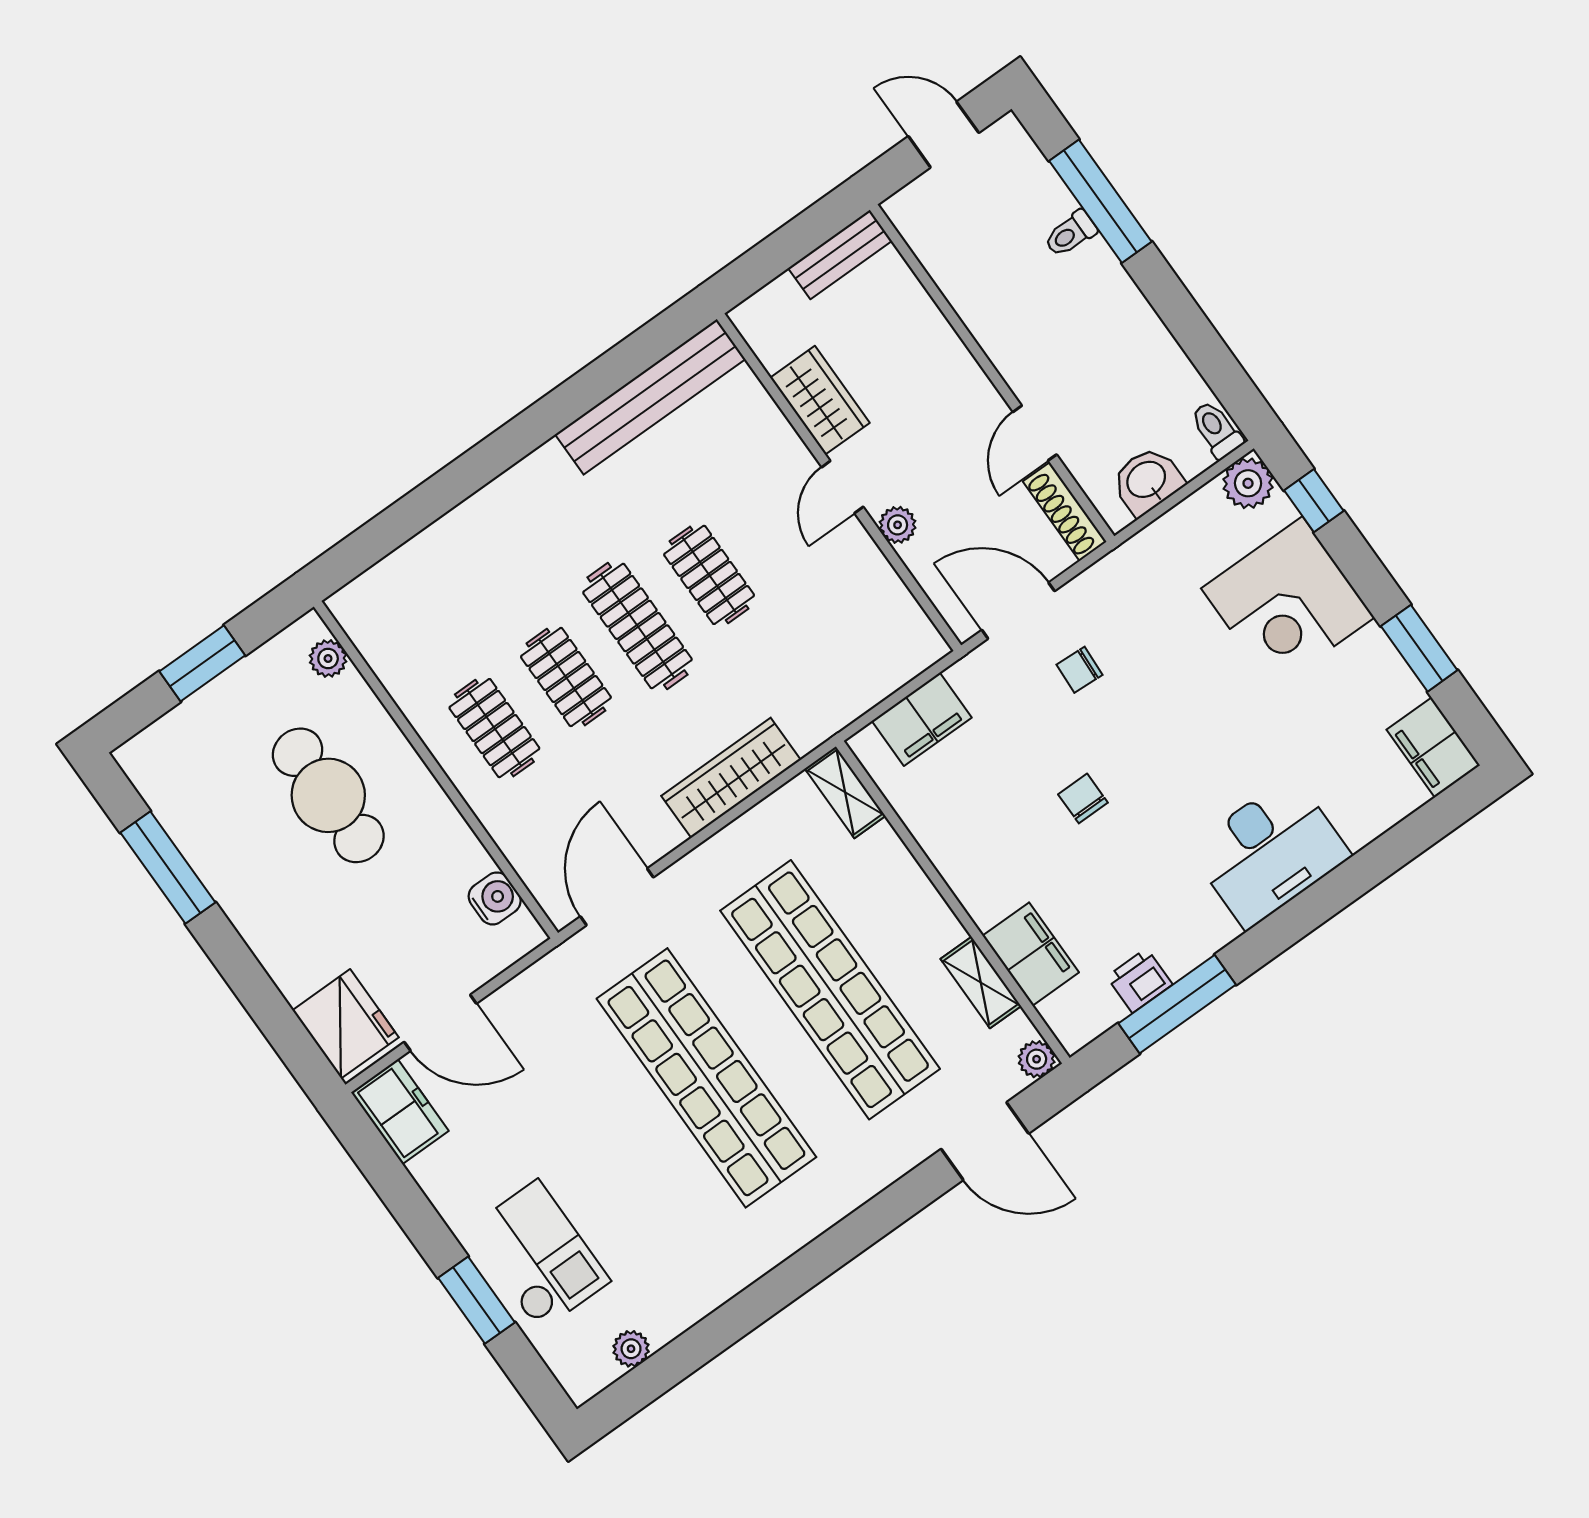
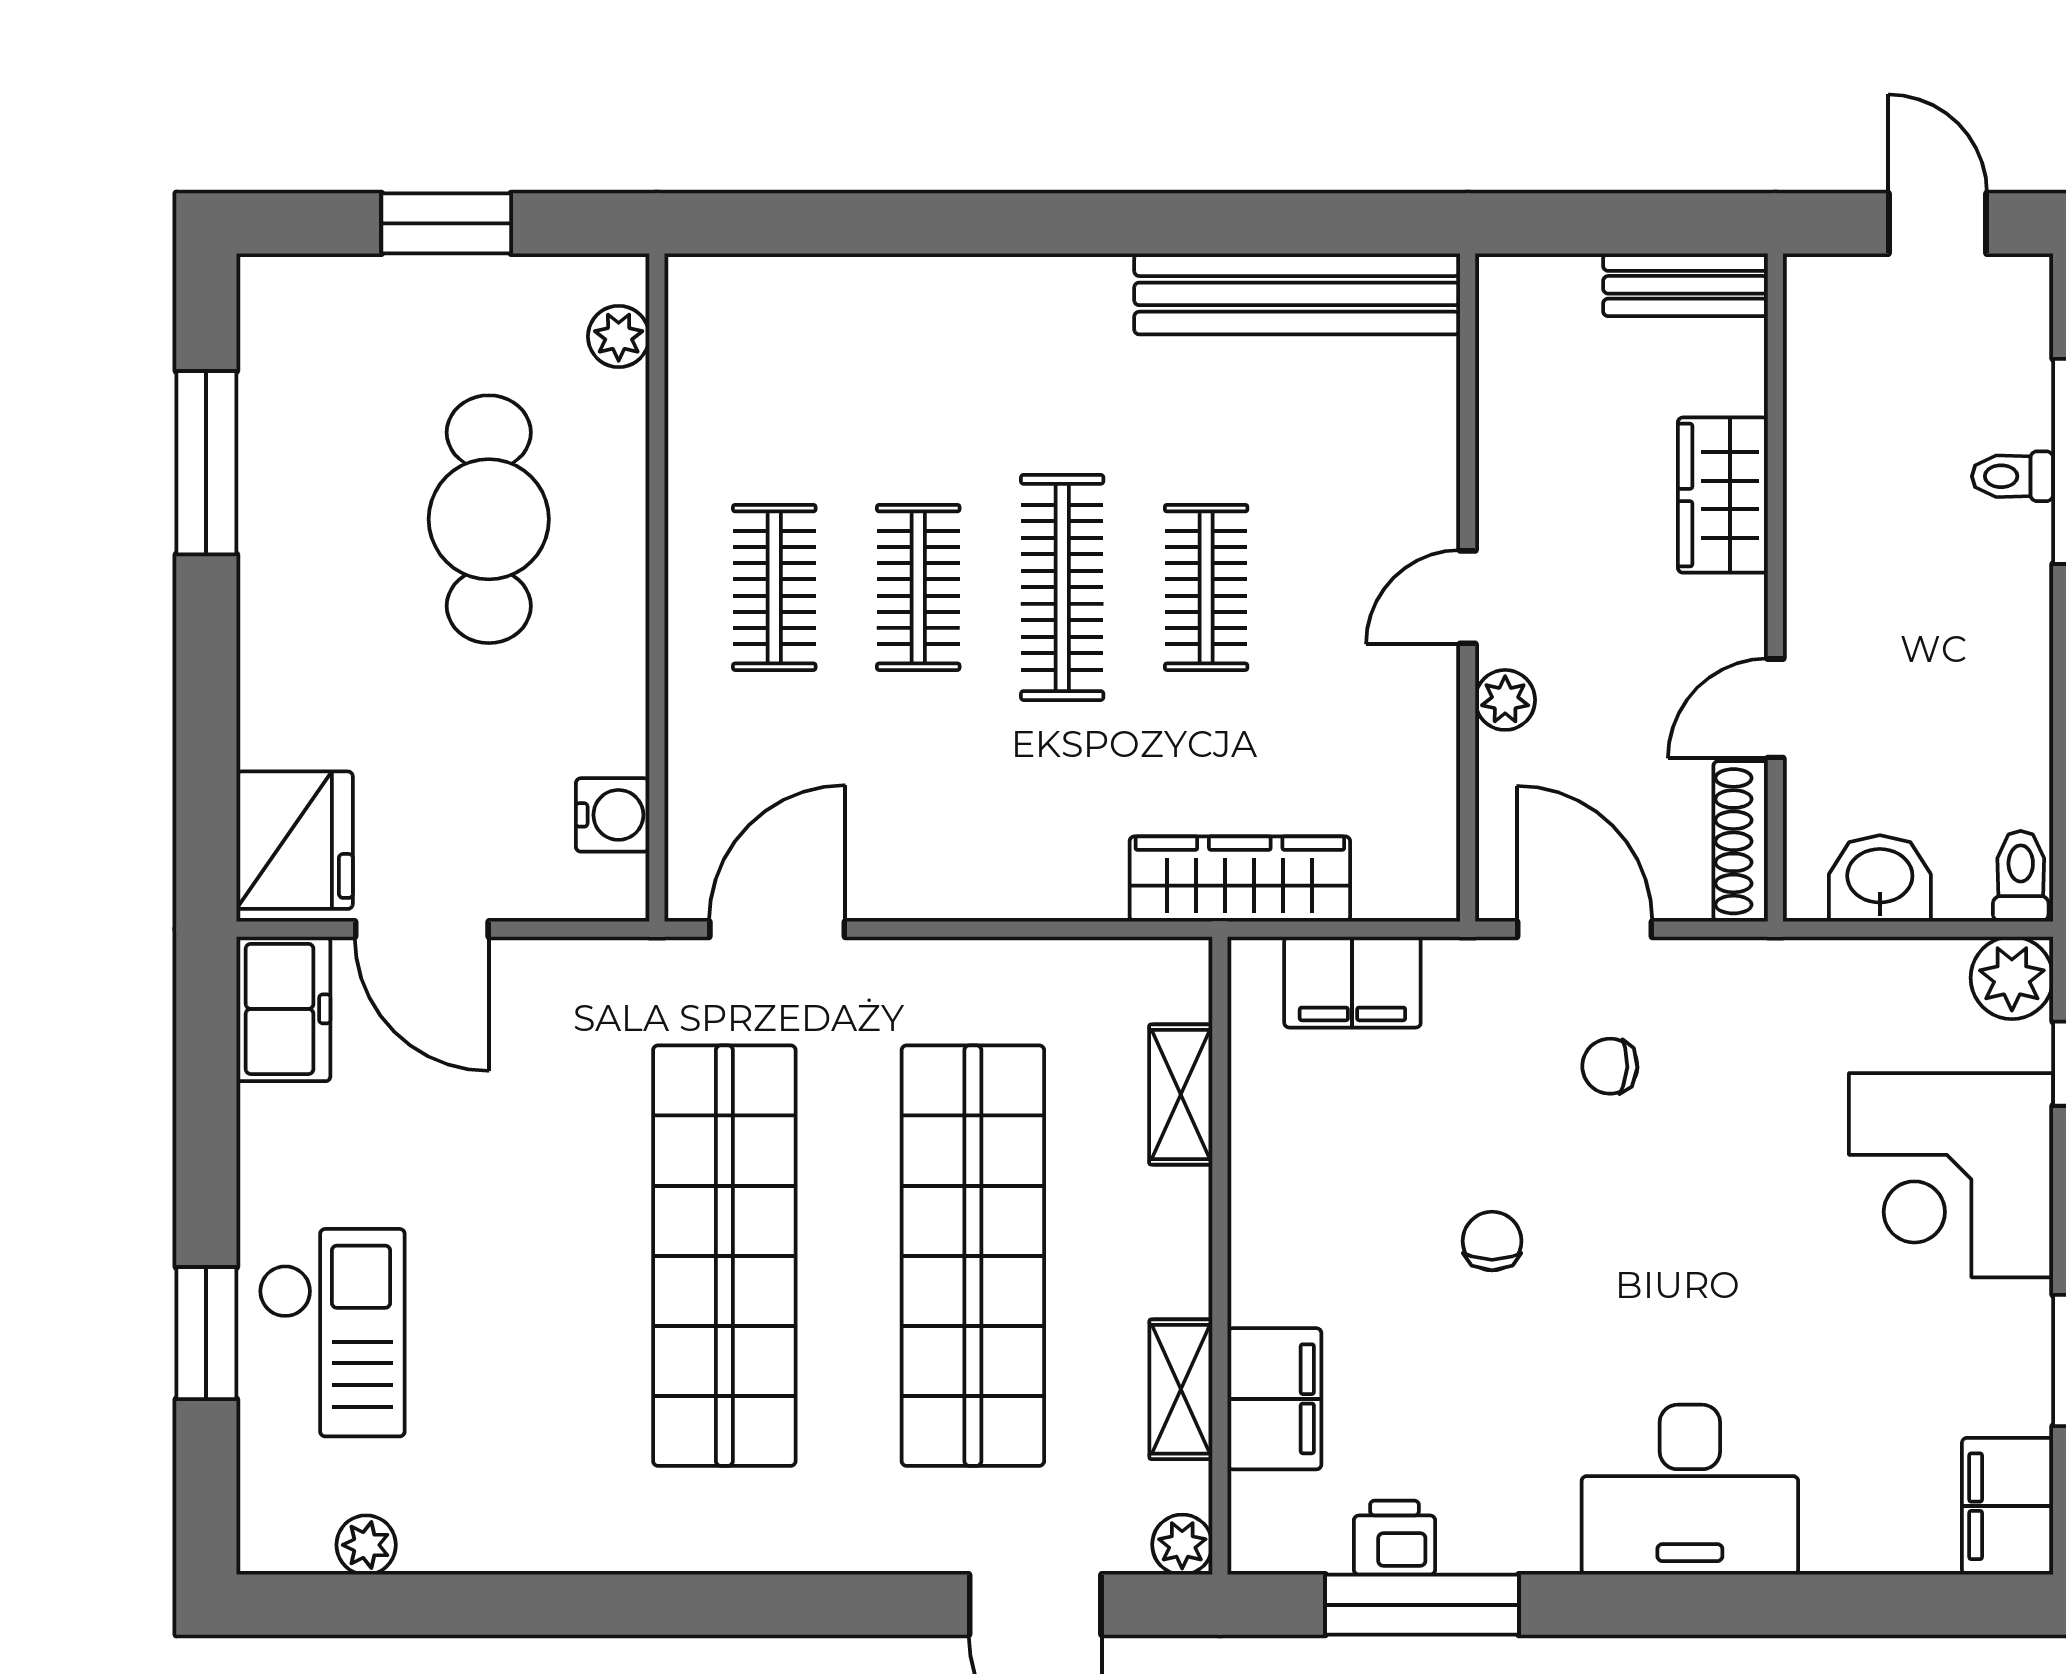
wardrobe: (820, 400) -> (1723, 495), moved, turned 180
wardrobe: (731, 778) -> (1240, 879), moved
shelving: (845, 792) -> (1181, 1095), moved

